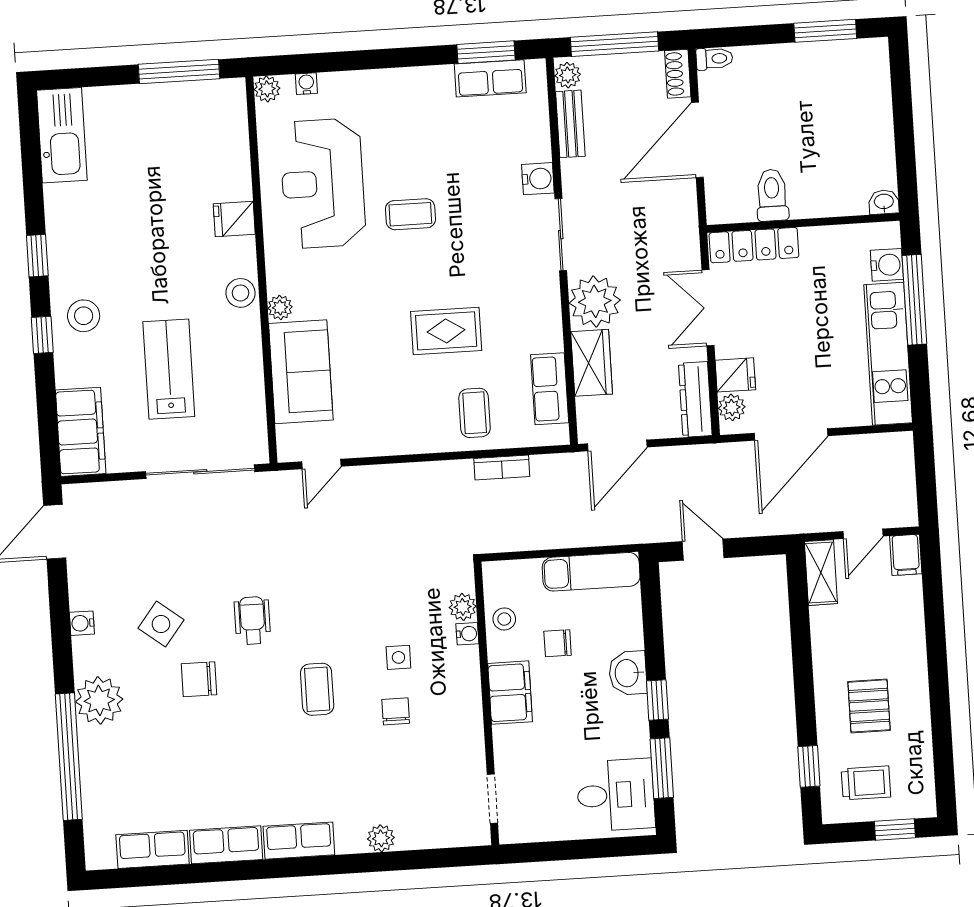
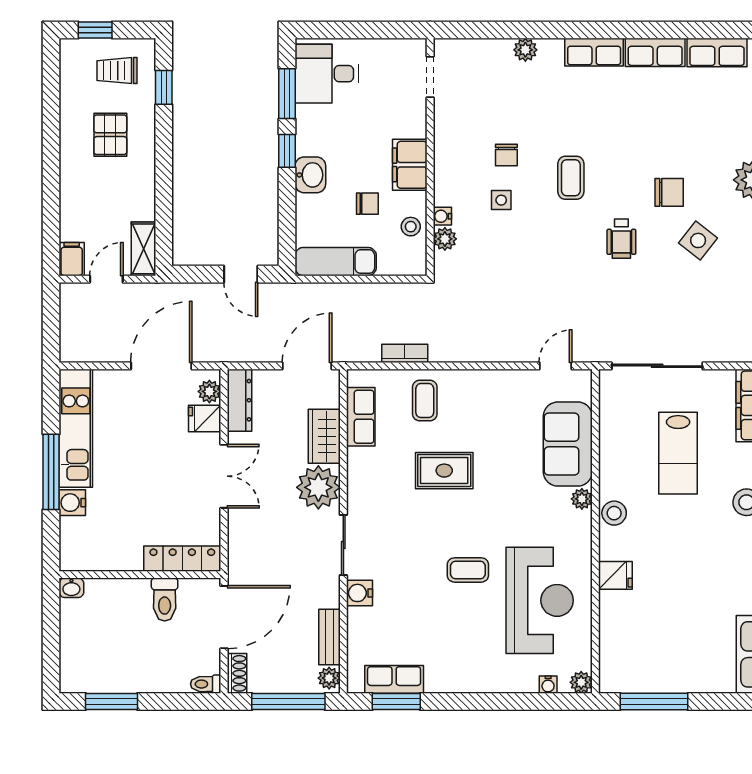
toilet: (772, 195) -> (165, 599), moved
washbasin: (884, 202) -> (71, 588), moved
wall: (803, 223) -> (140, 575), moved
locker: (754, 245) -> (182, 559), moved

